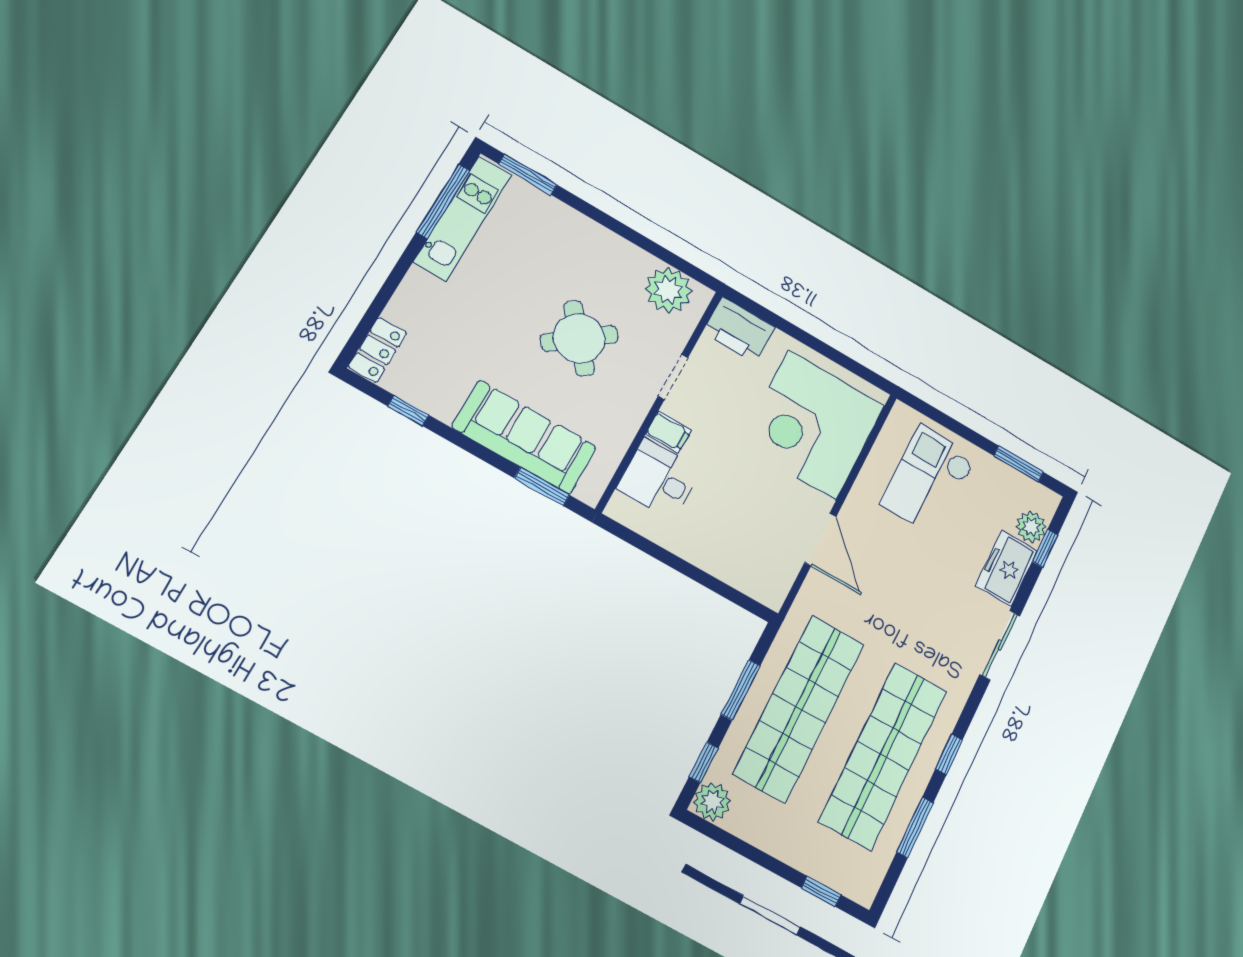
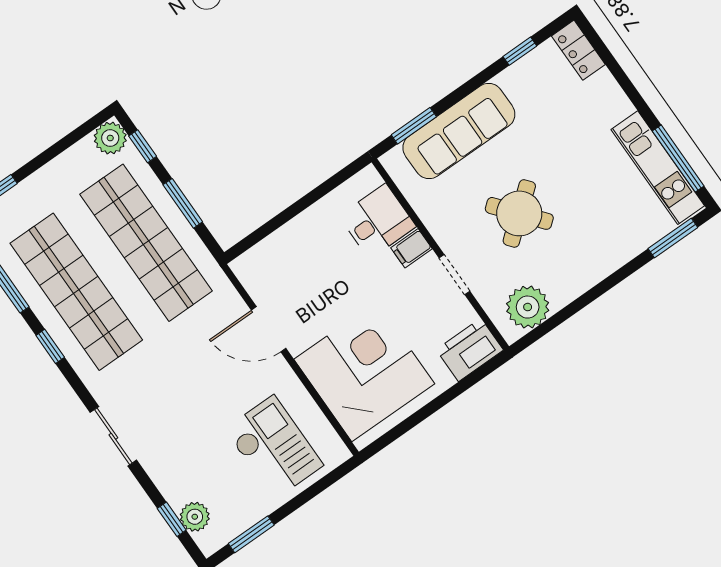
freezer: (1007, 568) -> (172, 476), removed

